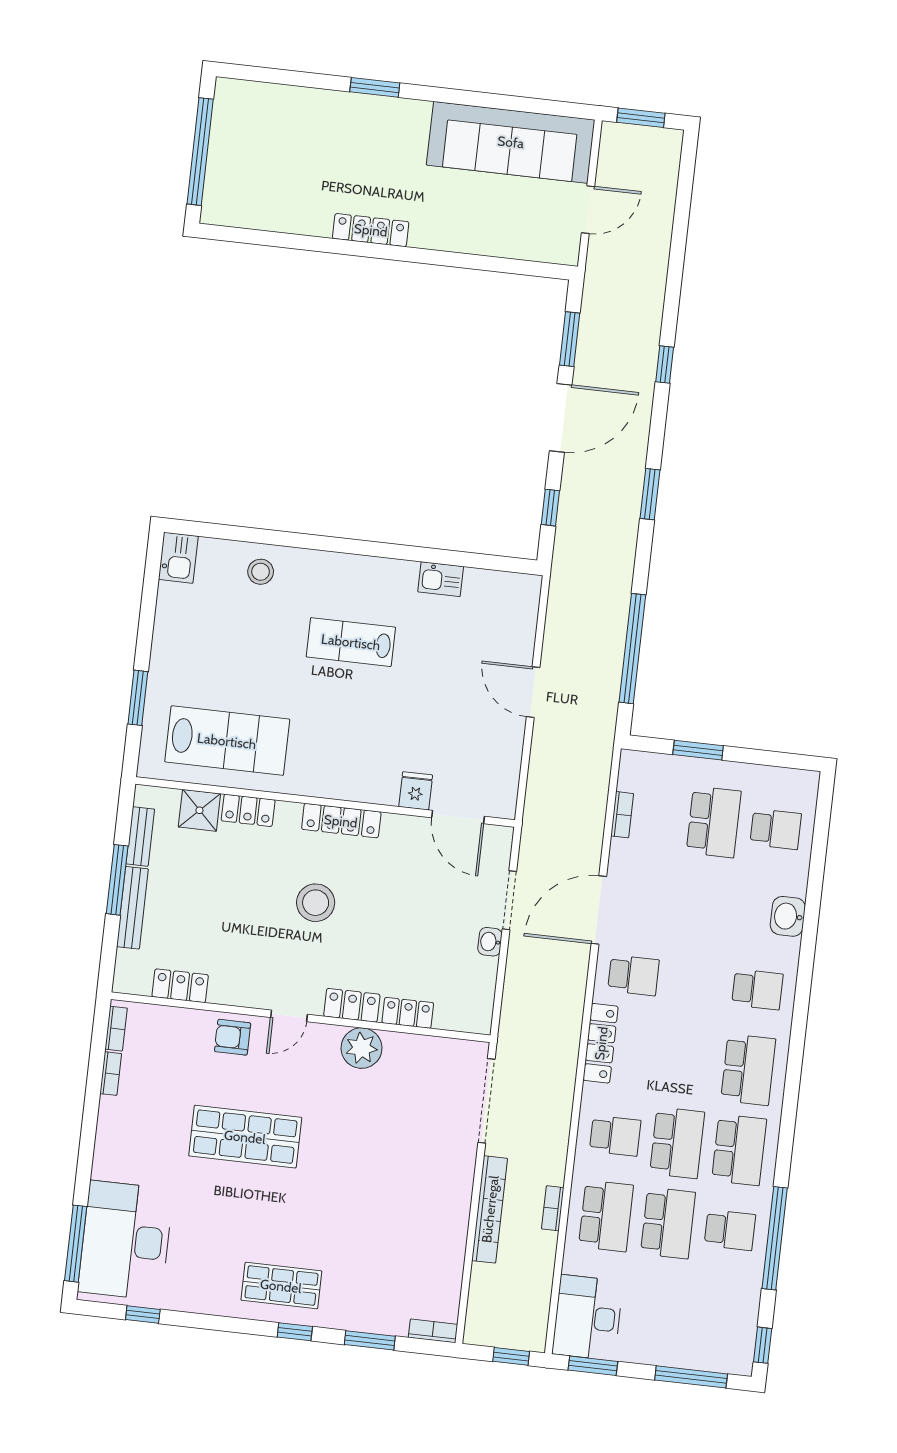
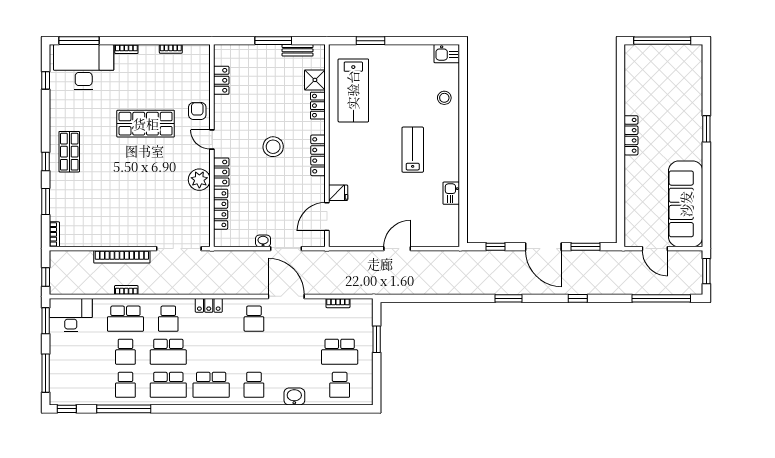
window: (632, 649) -> (661, 298), moved
bench: (132, 908) -> (259, 50), removed
locker: (408, 1013) -> (221, 209), width x1.53
bookcase: (116, 1029) -> (126, 49), moved
locker: (601, 1043) -> (209, 305), width x0.66
shop shelf: (245, 1137) -> (146, 124), turned 90
school desk: (668, 1223) -> (125, 352), width x0.54

